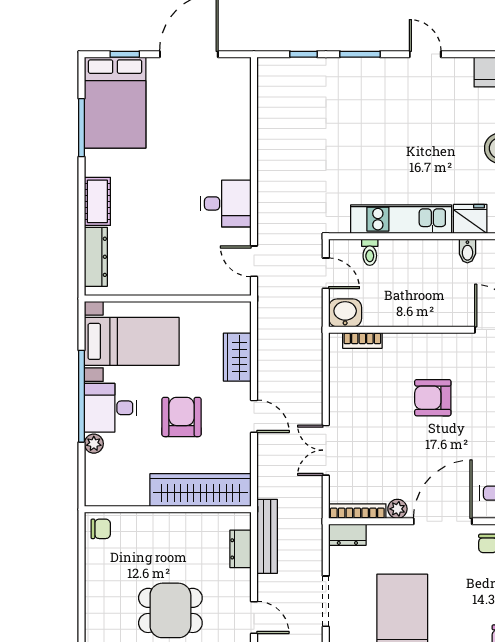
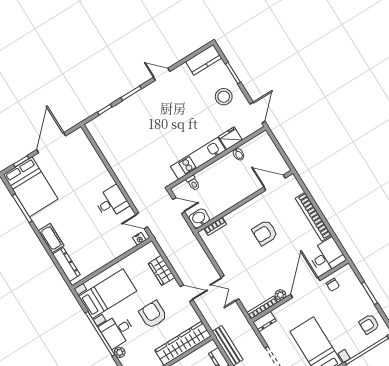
nightstand: (233, 287) -> (139, 239), added

